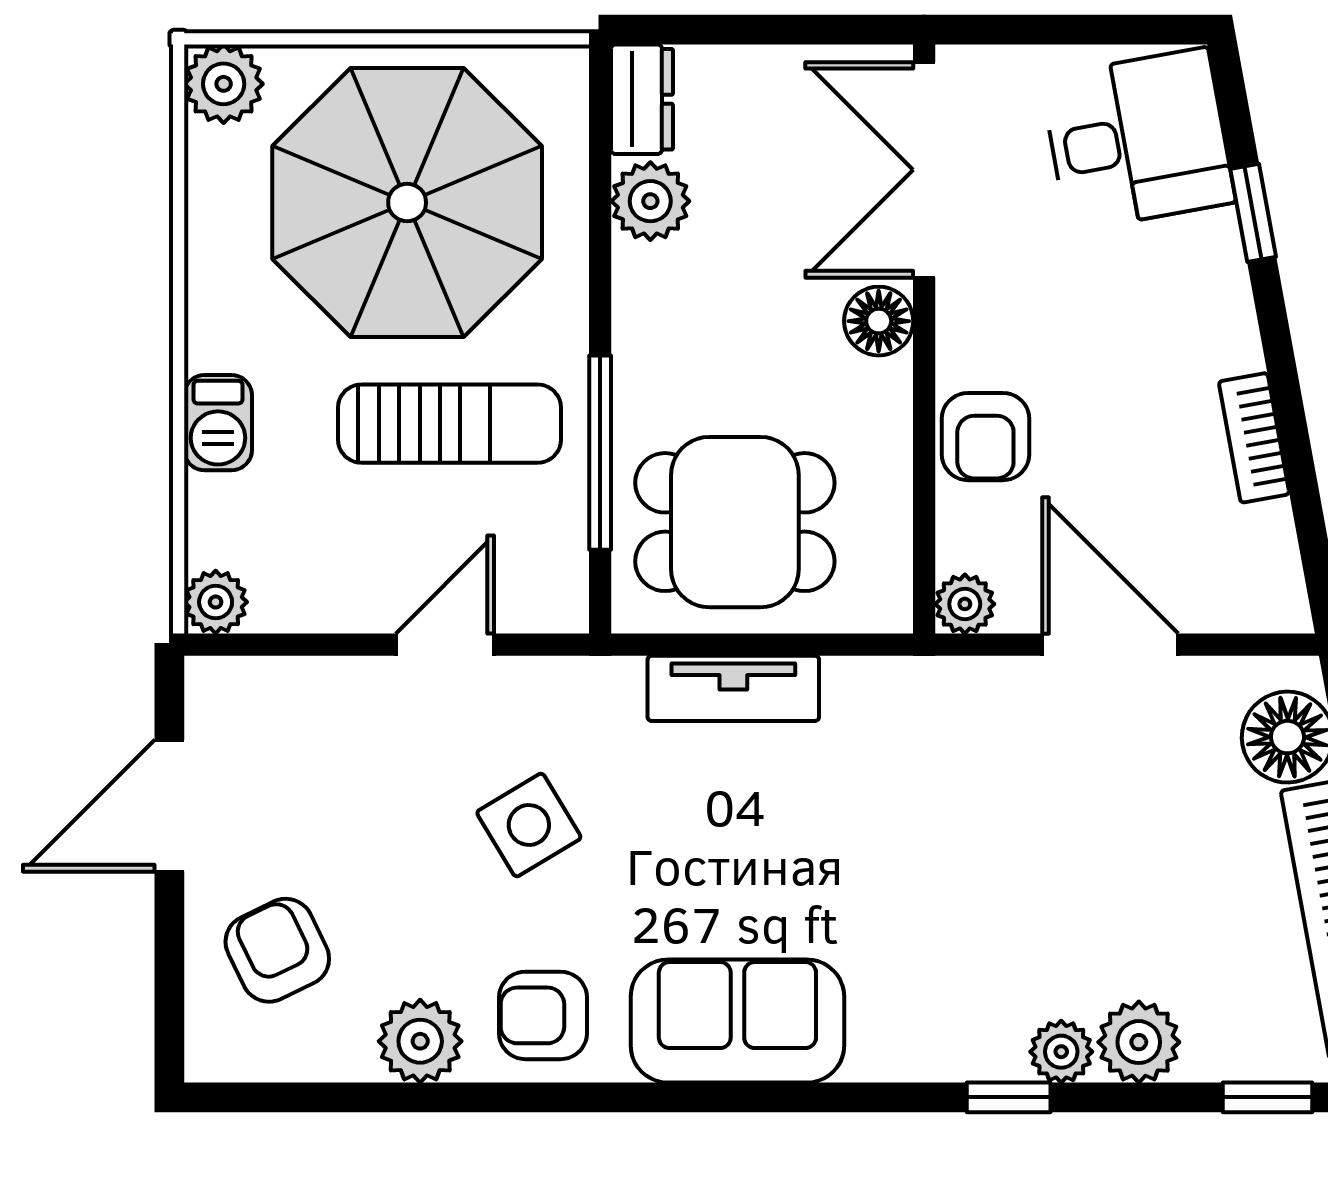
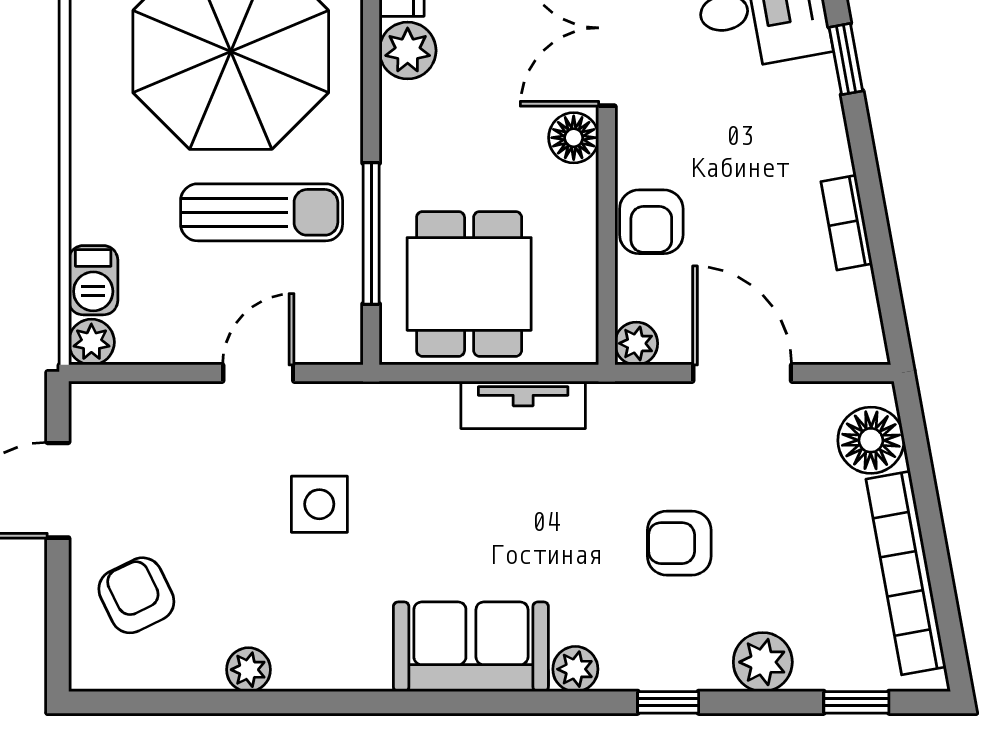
barbecue: (218, 423) -> (93, 280), moved
dining table: (735, 522) -> (469, 284), turned 90
tv unit: (733, 688) -> (523, 405), moved
side table: (529, 825) -> (319, 504), turned 31
armchair: (543, 1015) -> (679, 543), moved
plant: (420, 1041) -> (248, 670), width x0.73, depth x0.73
plant: (1061, 1052) -> (575, 669), moved

